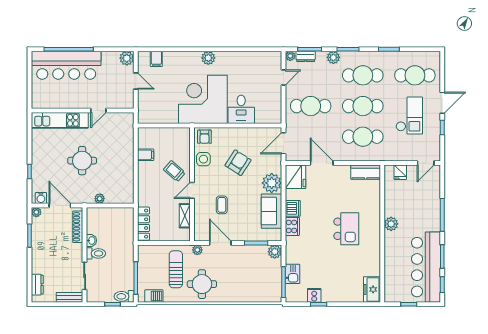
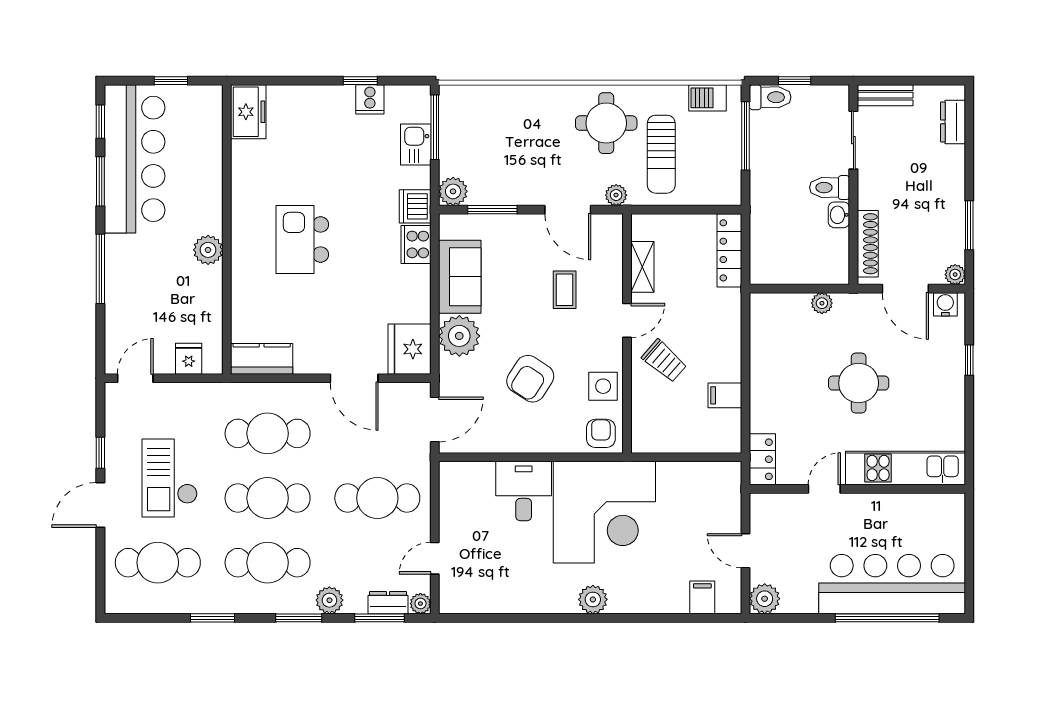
locker: (128, 124) -> (762, 459), added
dishwasher: (293, 208) -> (415, 206), moved

